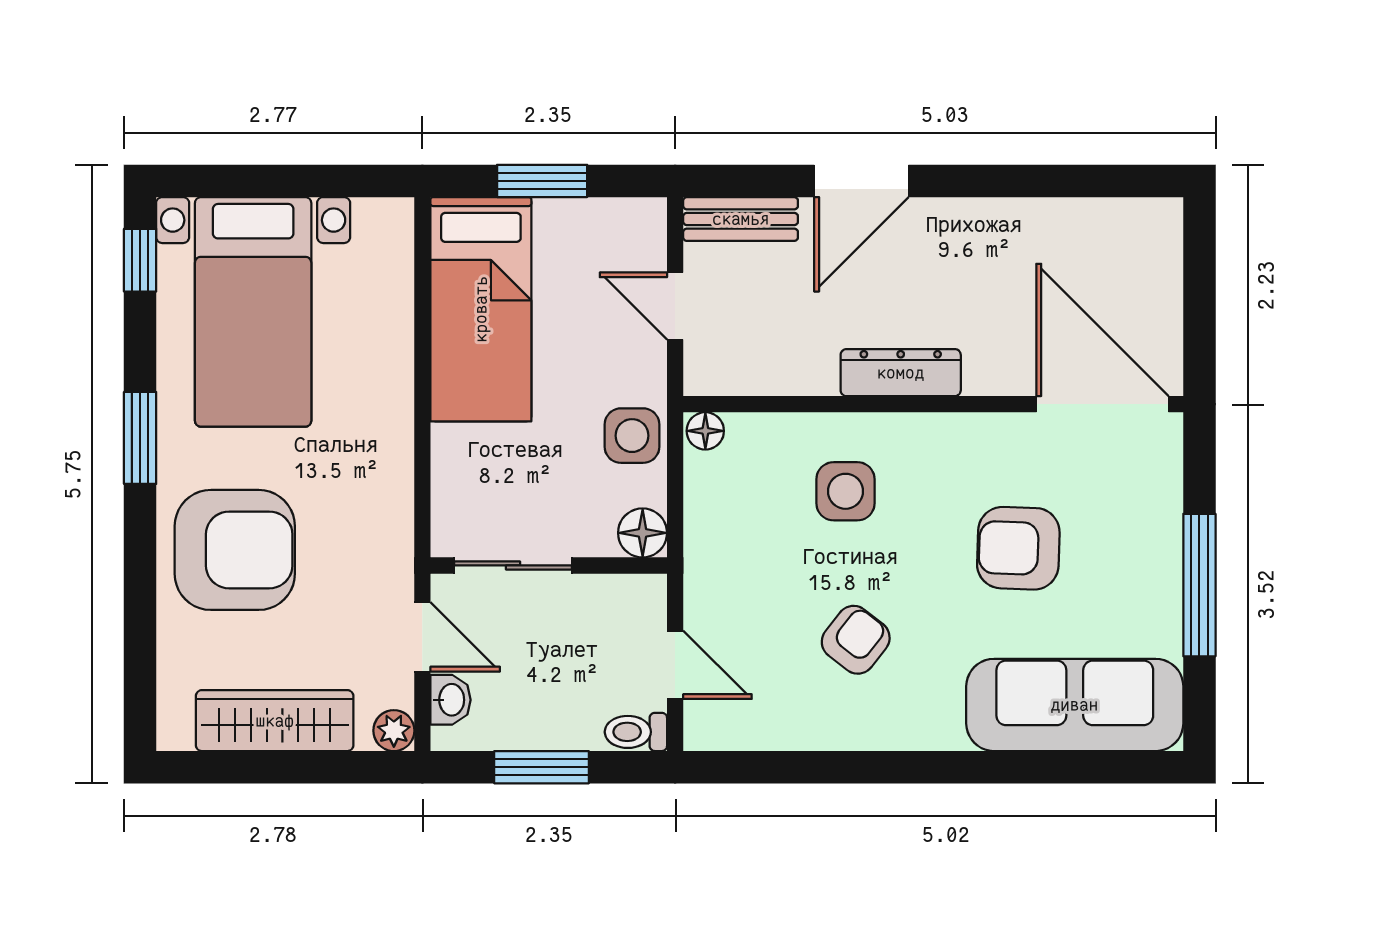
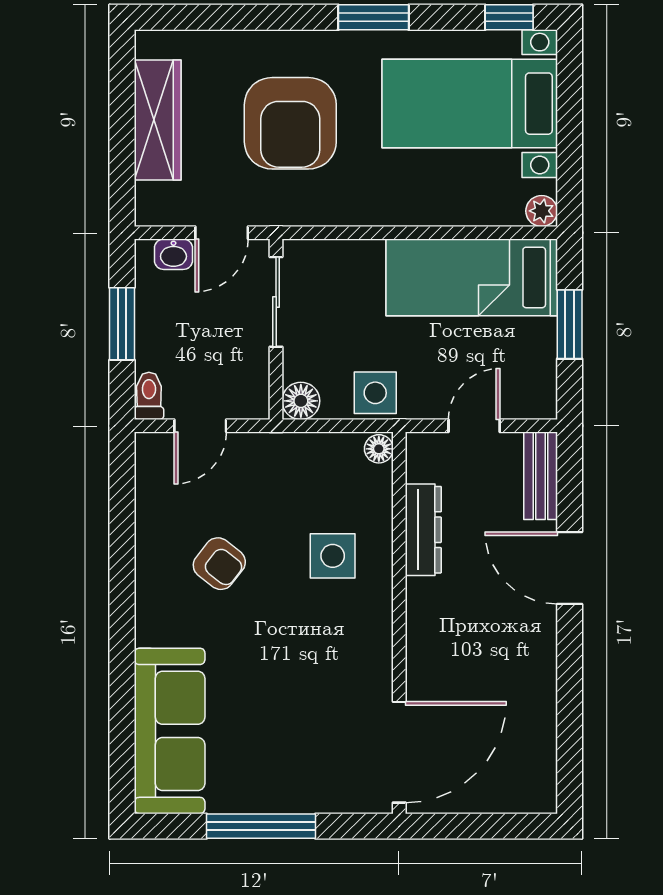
dresser: (901, 373) -> (423, 530), moved
armchair: (1018, 548) -> (289, 688), removed
armchair: (235, 550) -> (290, 123), moved
plant: (394, 731) -> (542, 211), moved

